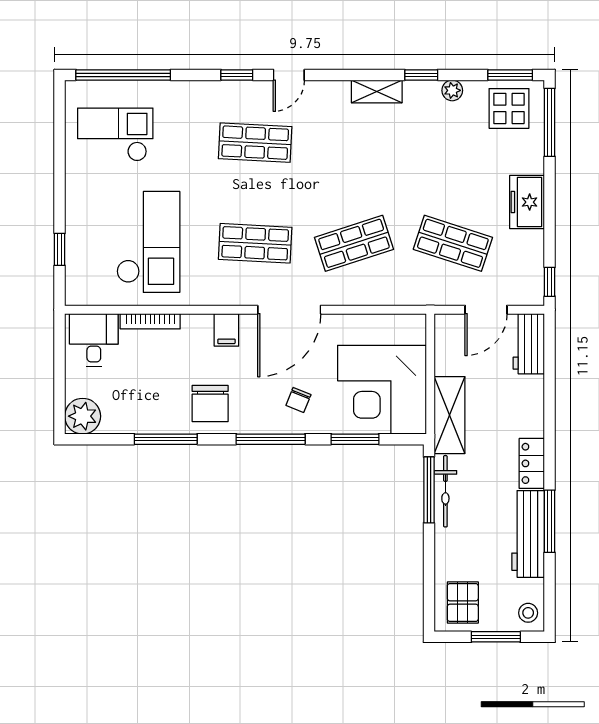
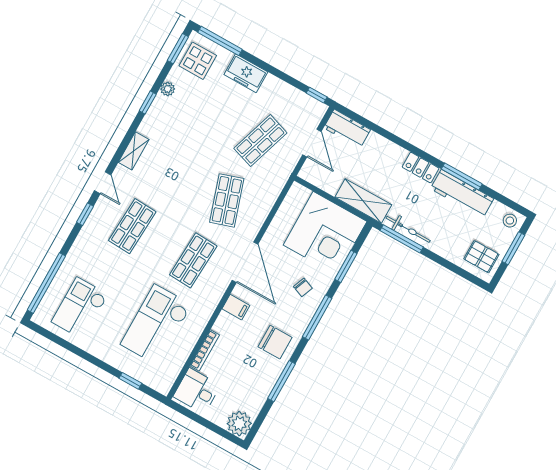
shelving: (377, 92) -> (134, 151), moved
freezer: (527, 202) -> (246, 73), moved
checkout: (148, 242) -> (156, 325), turned -90

